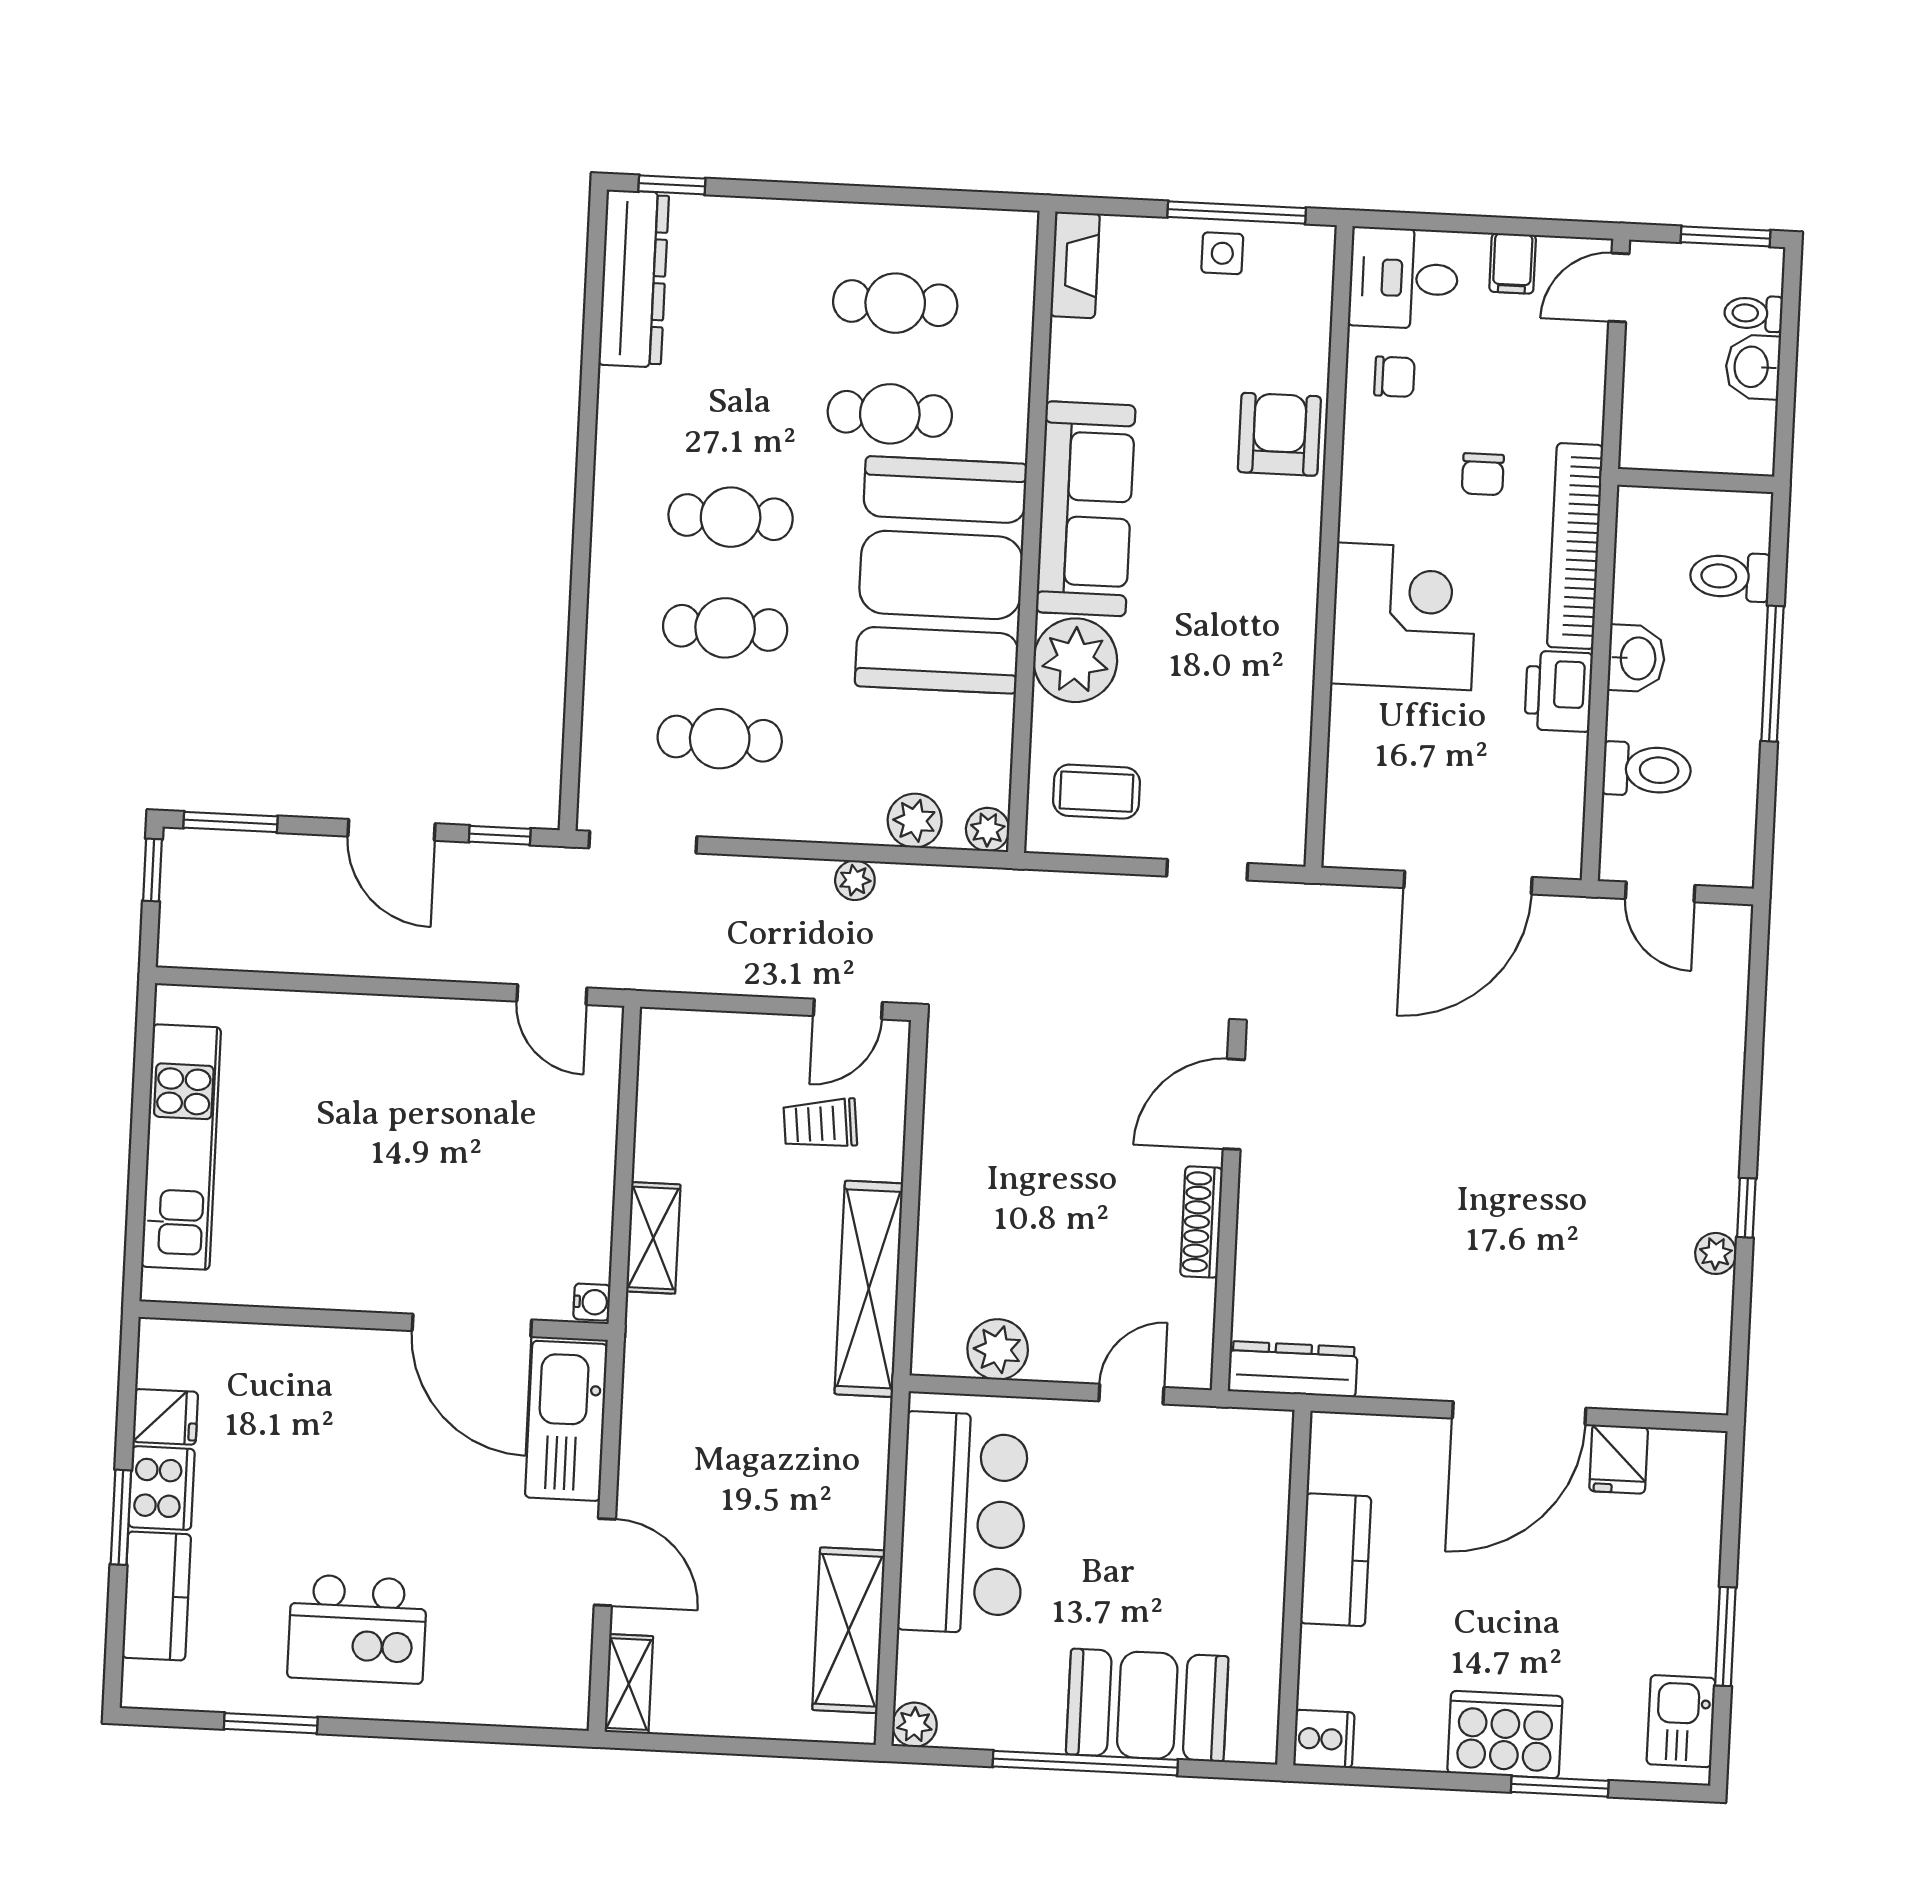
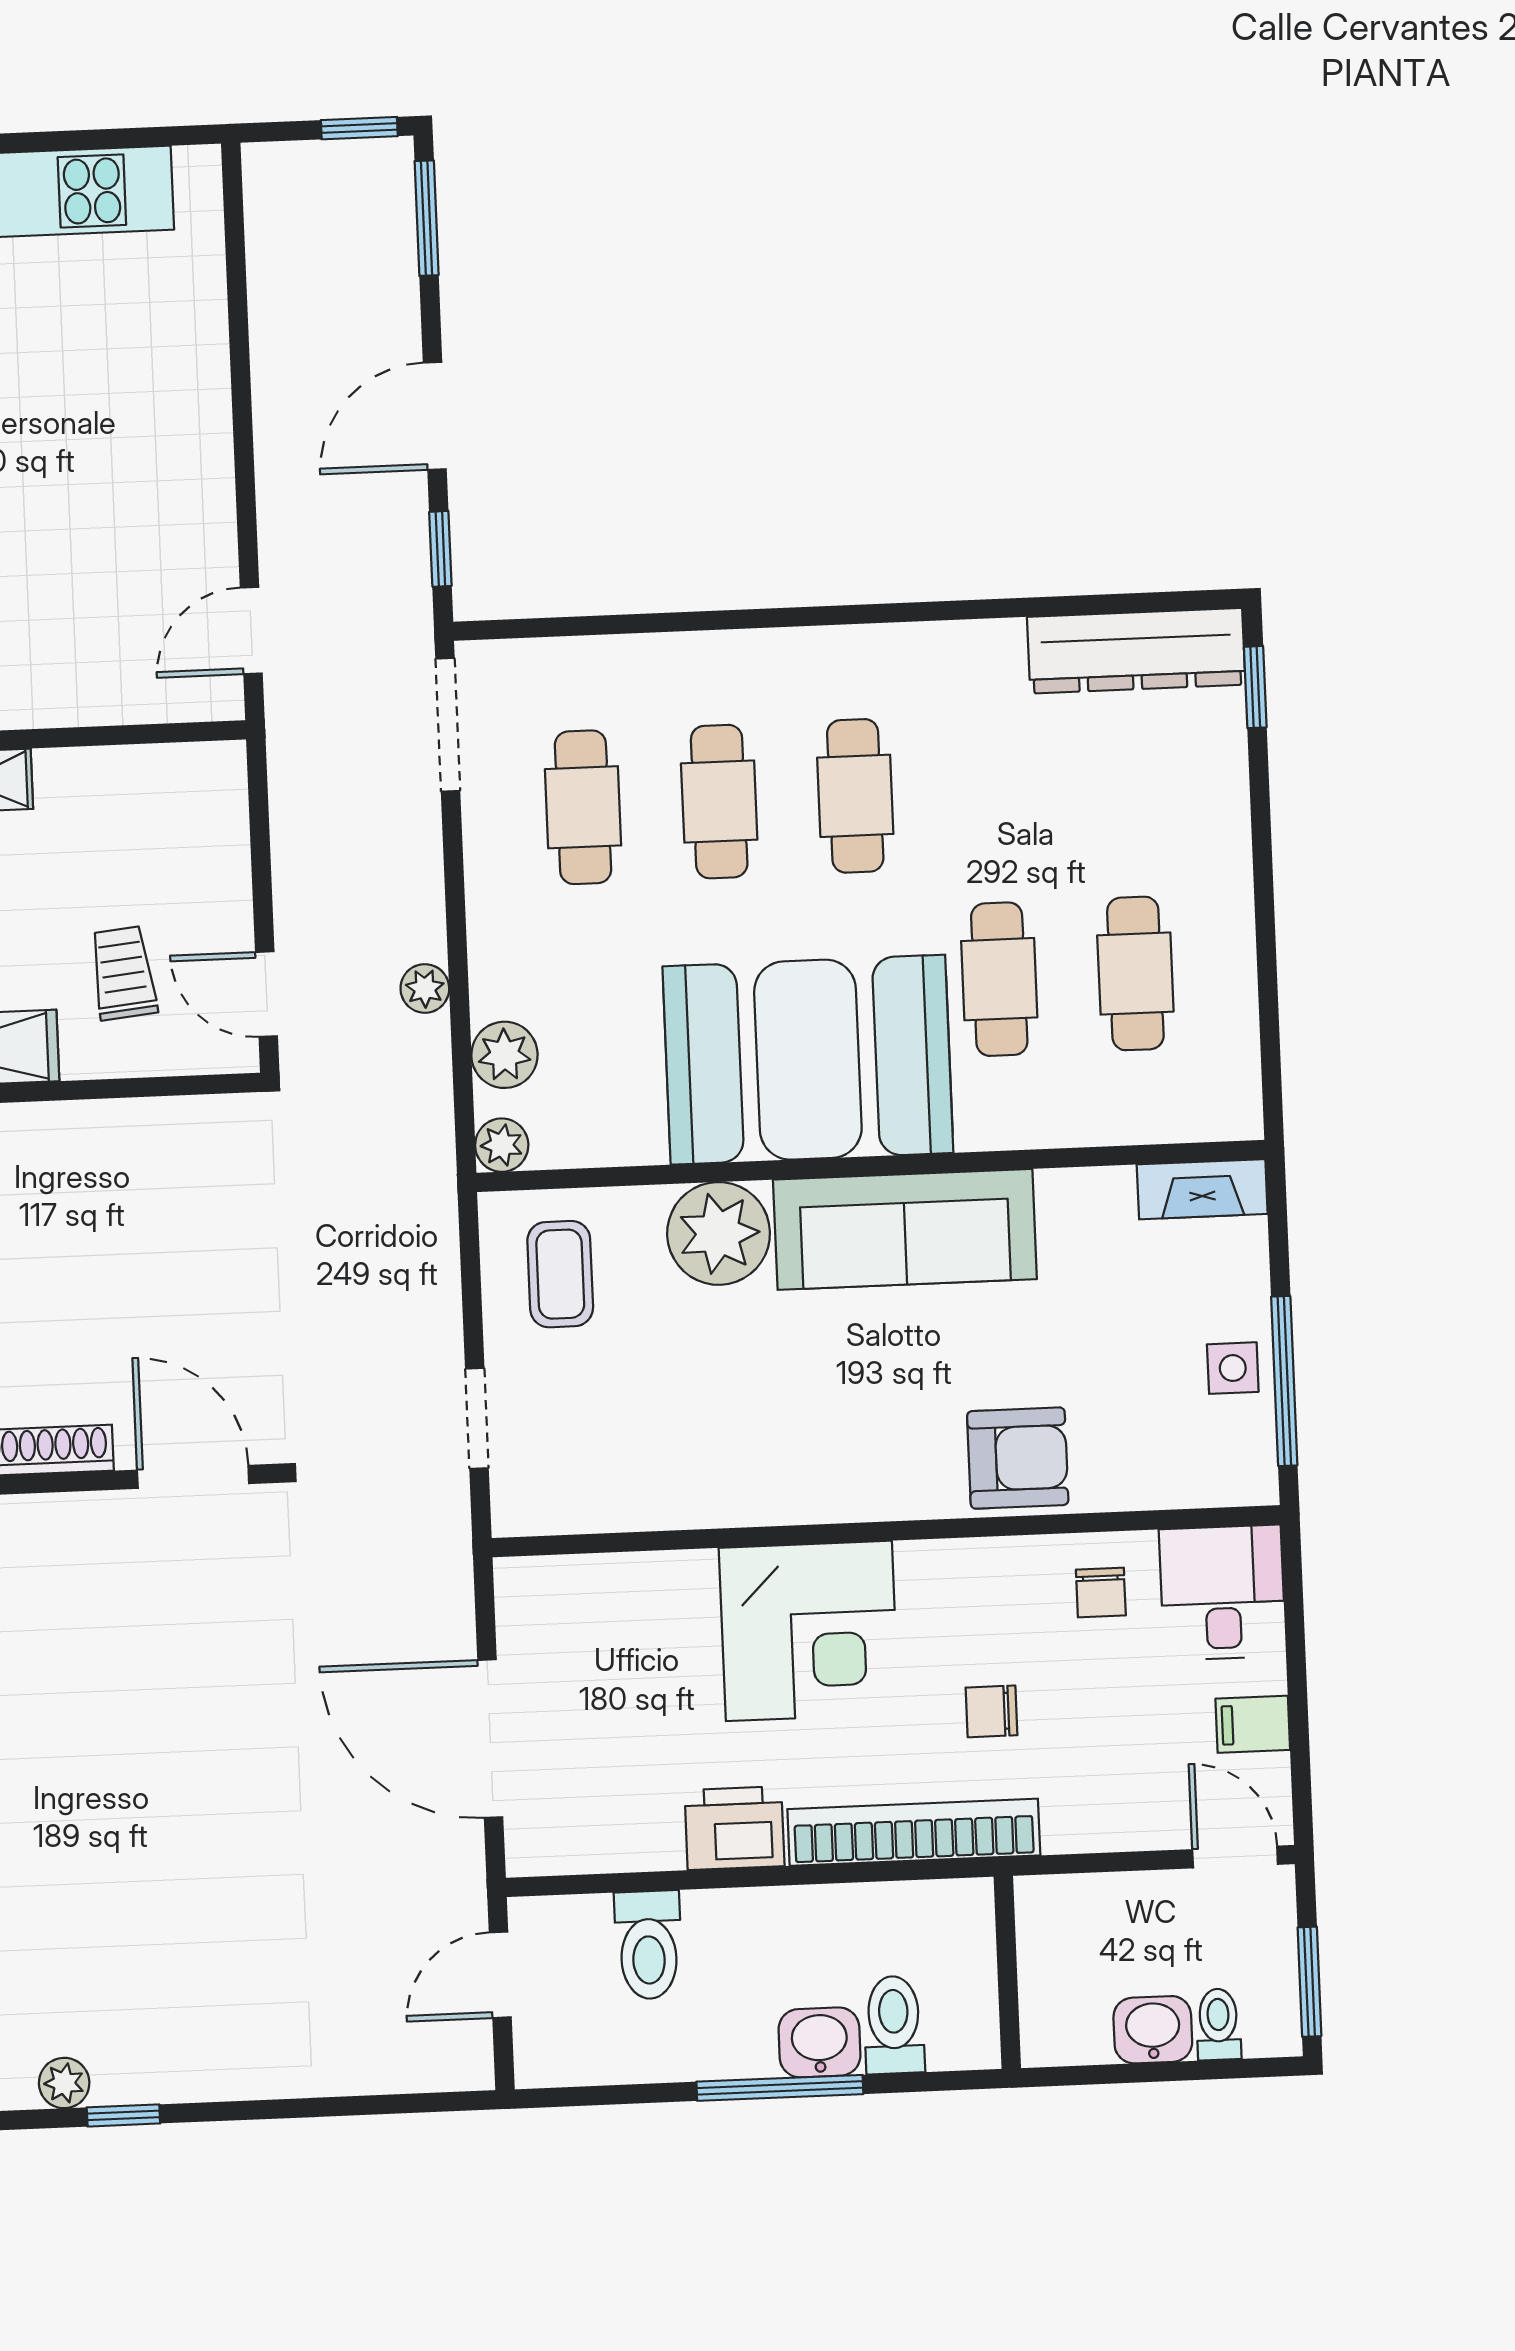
washbasin: (1636, 658) -> (819, 2042), moved, turned 180

